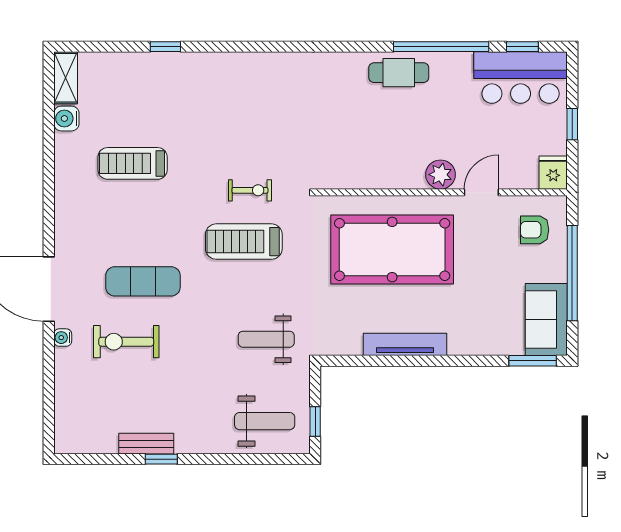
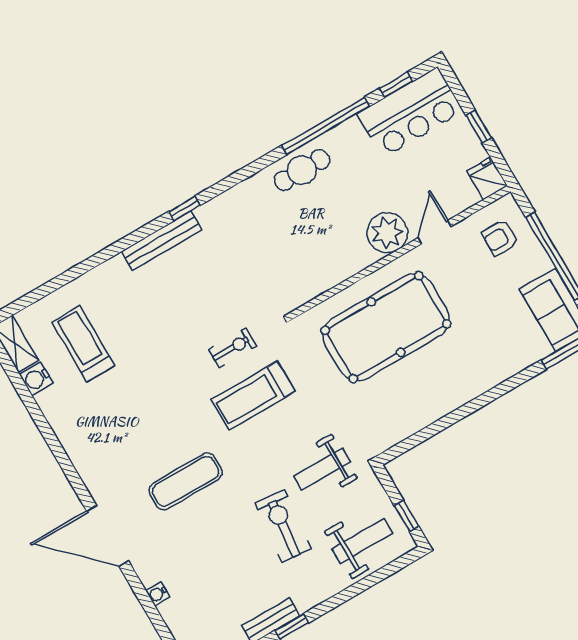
window: (165, 47) -> (184, 208), moved
bench: (243, 63) -> (162, 241), added
treadmill: (133, 163) -> (83, 344), moved, turned 90
plant: (440, 175) -> (387, 233), width x1.36, depth x1.36
water cooler: (63, 338) -> (158, 594), moved
exercise bike: (126, 342) -> (283, 526), moved, turned 96
tv unit: (405, 344) -> (445, 403), removed

